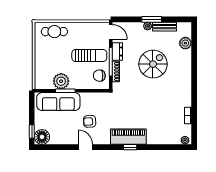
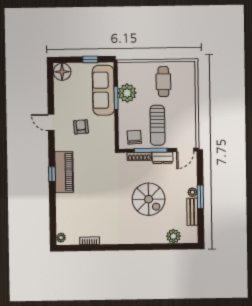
cafe table: (54, 32) -> (163, 82), moved
window: (32, 131) -> (90, 59), moved
door: (85, 147) -> (51, 122), swing flipped

